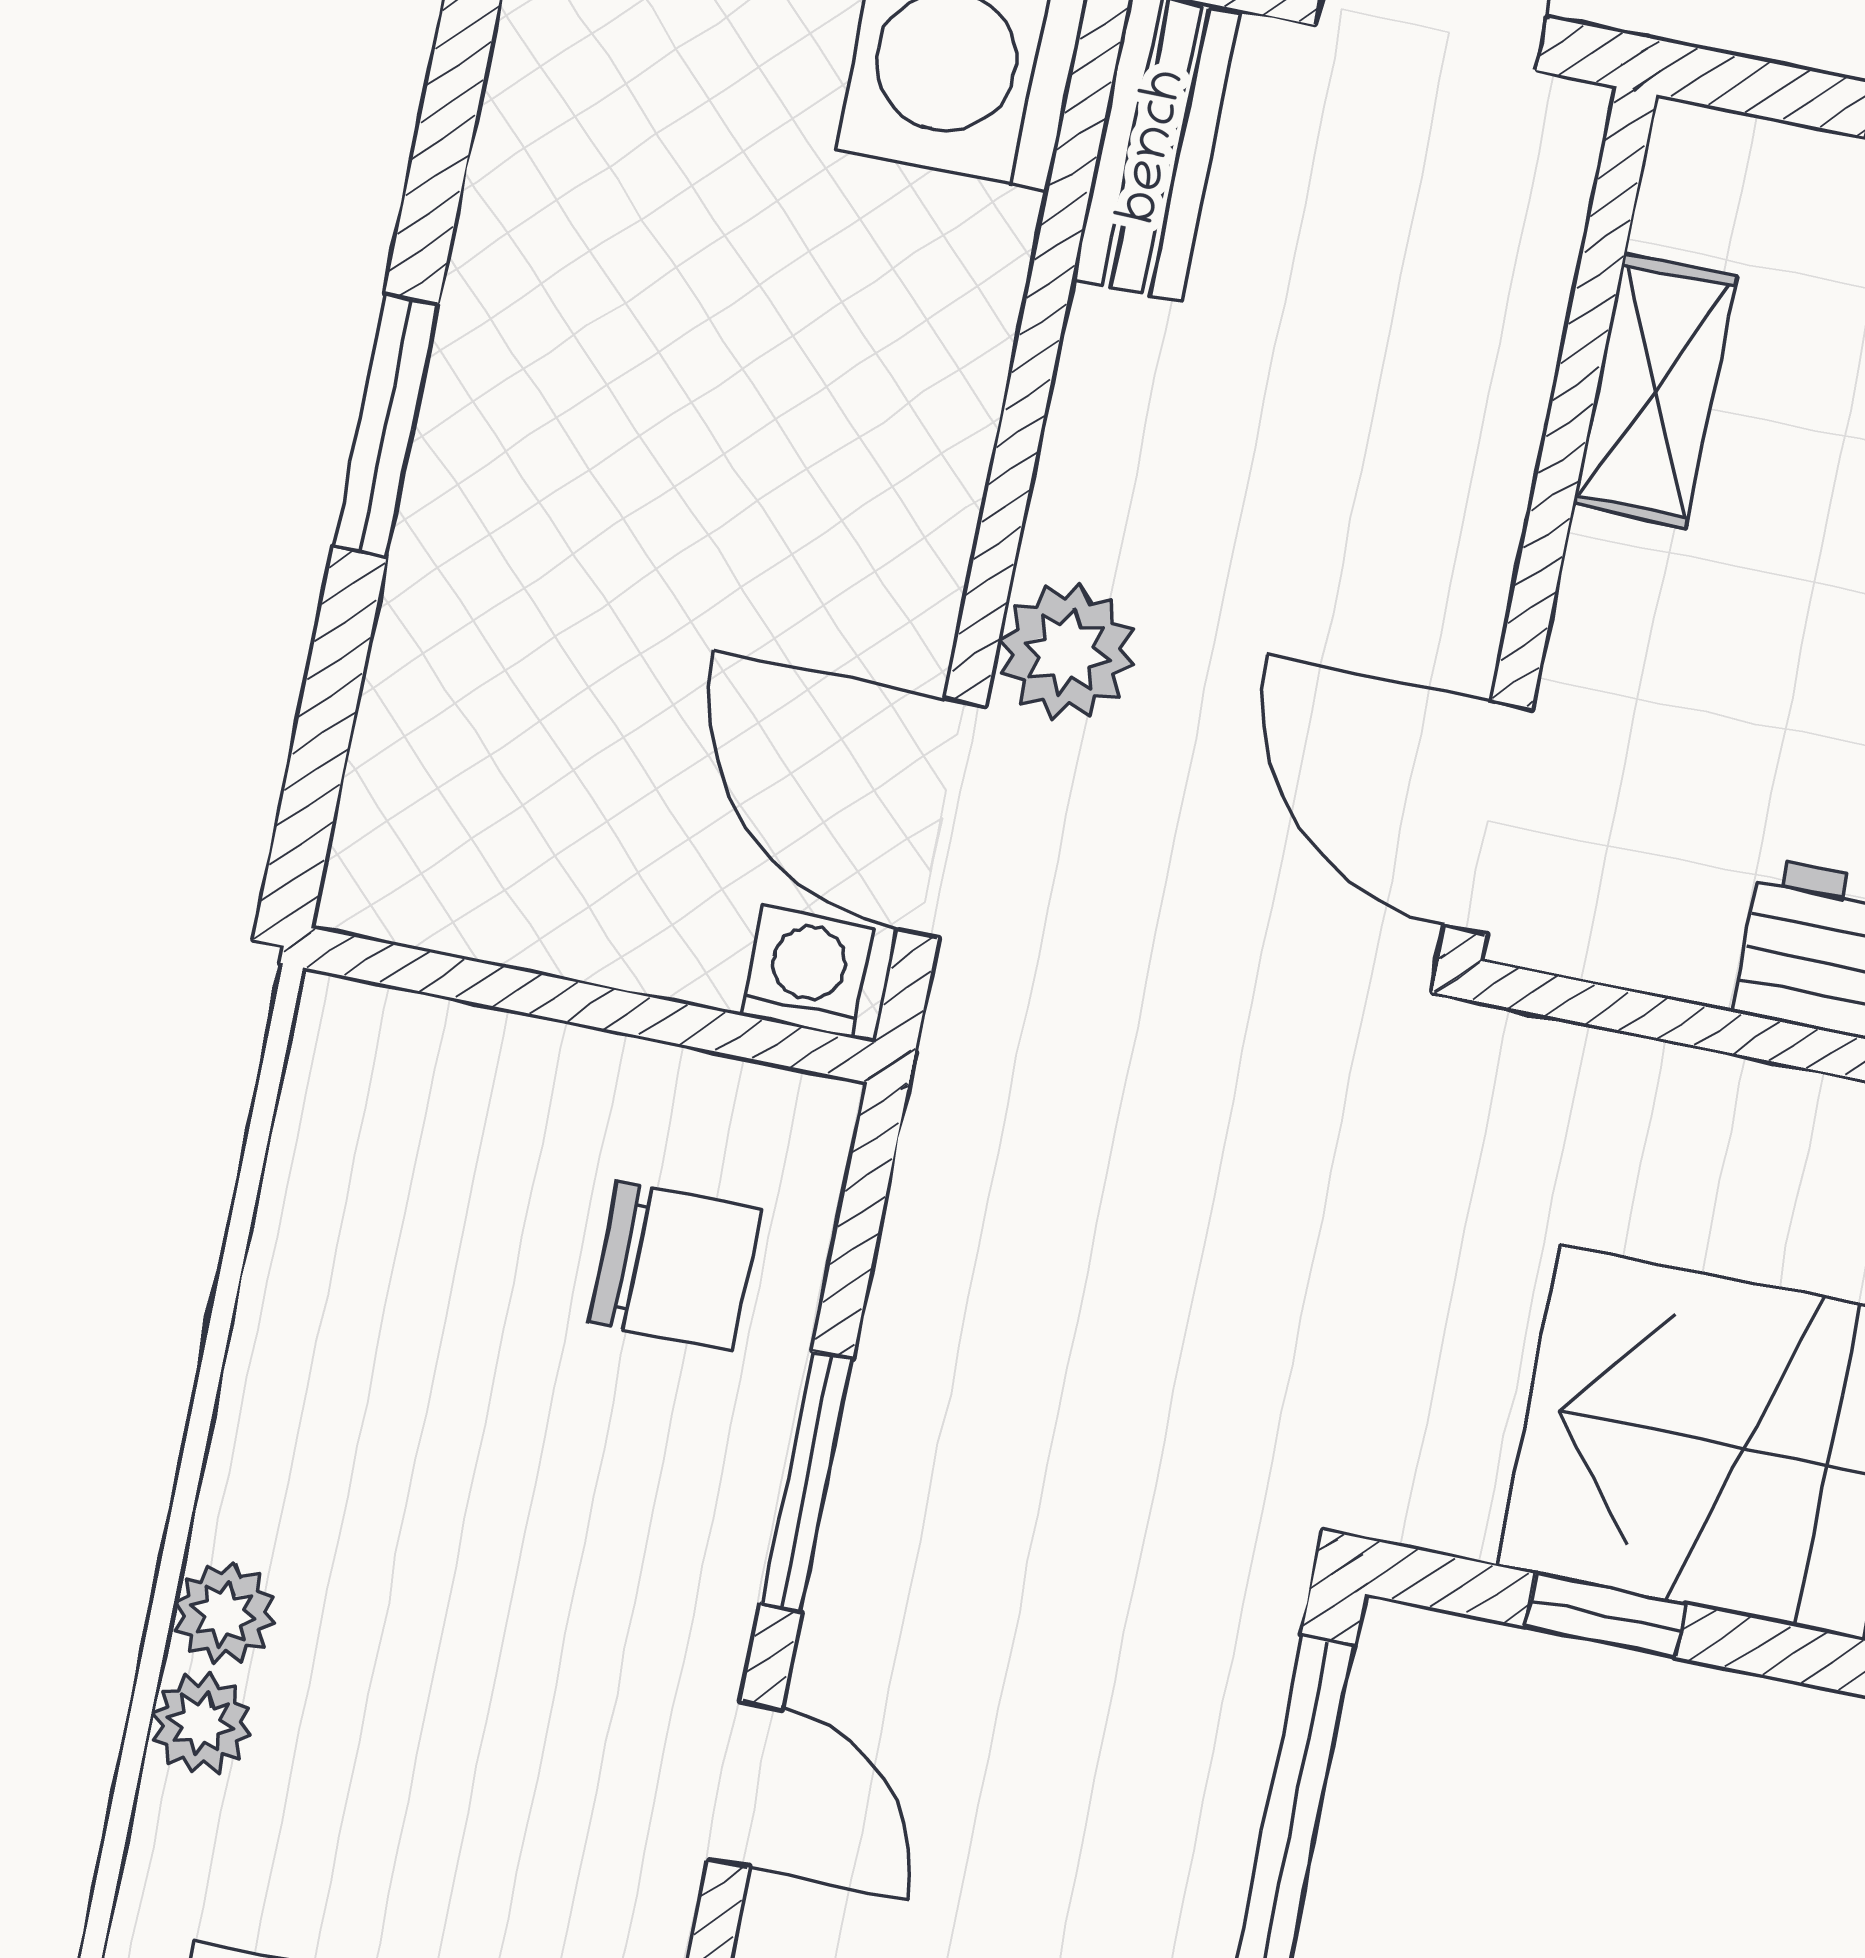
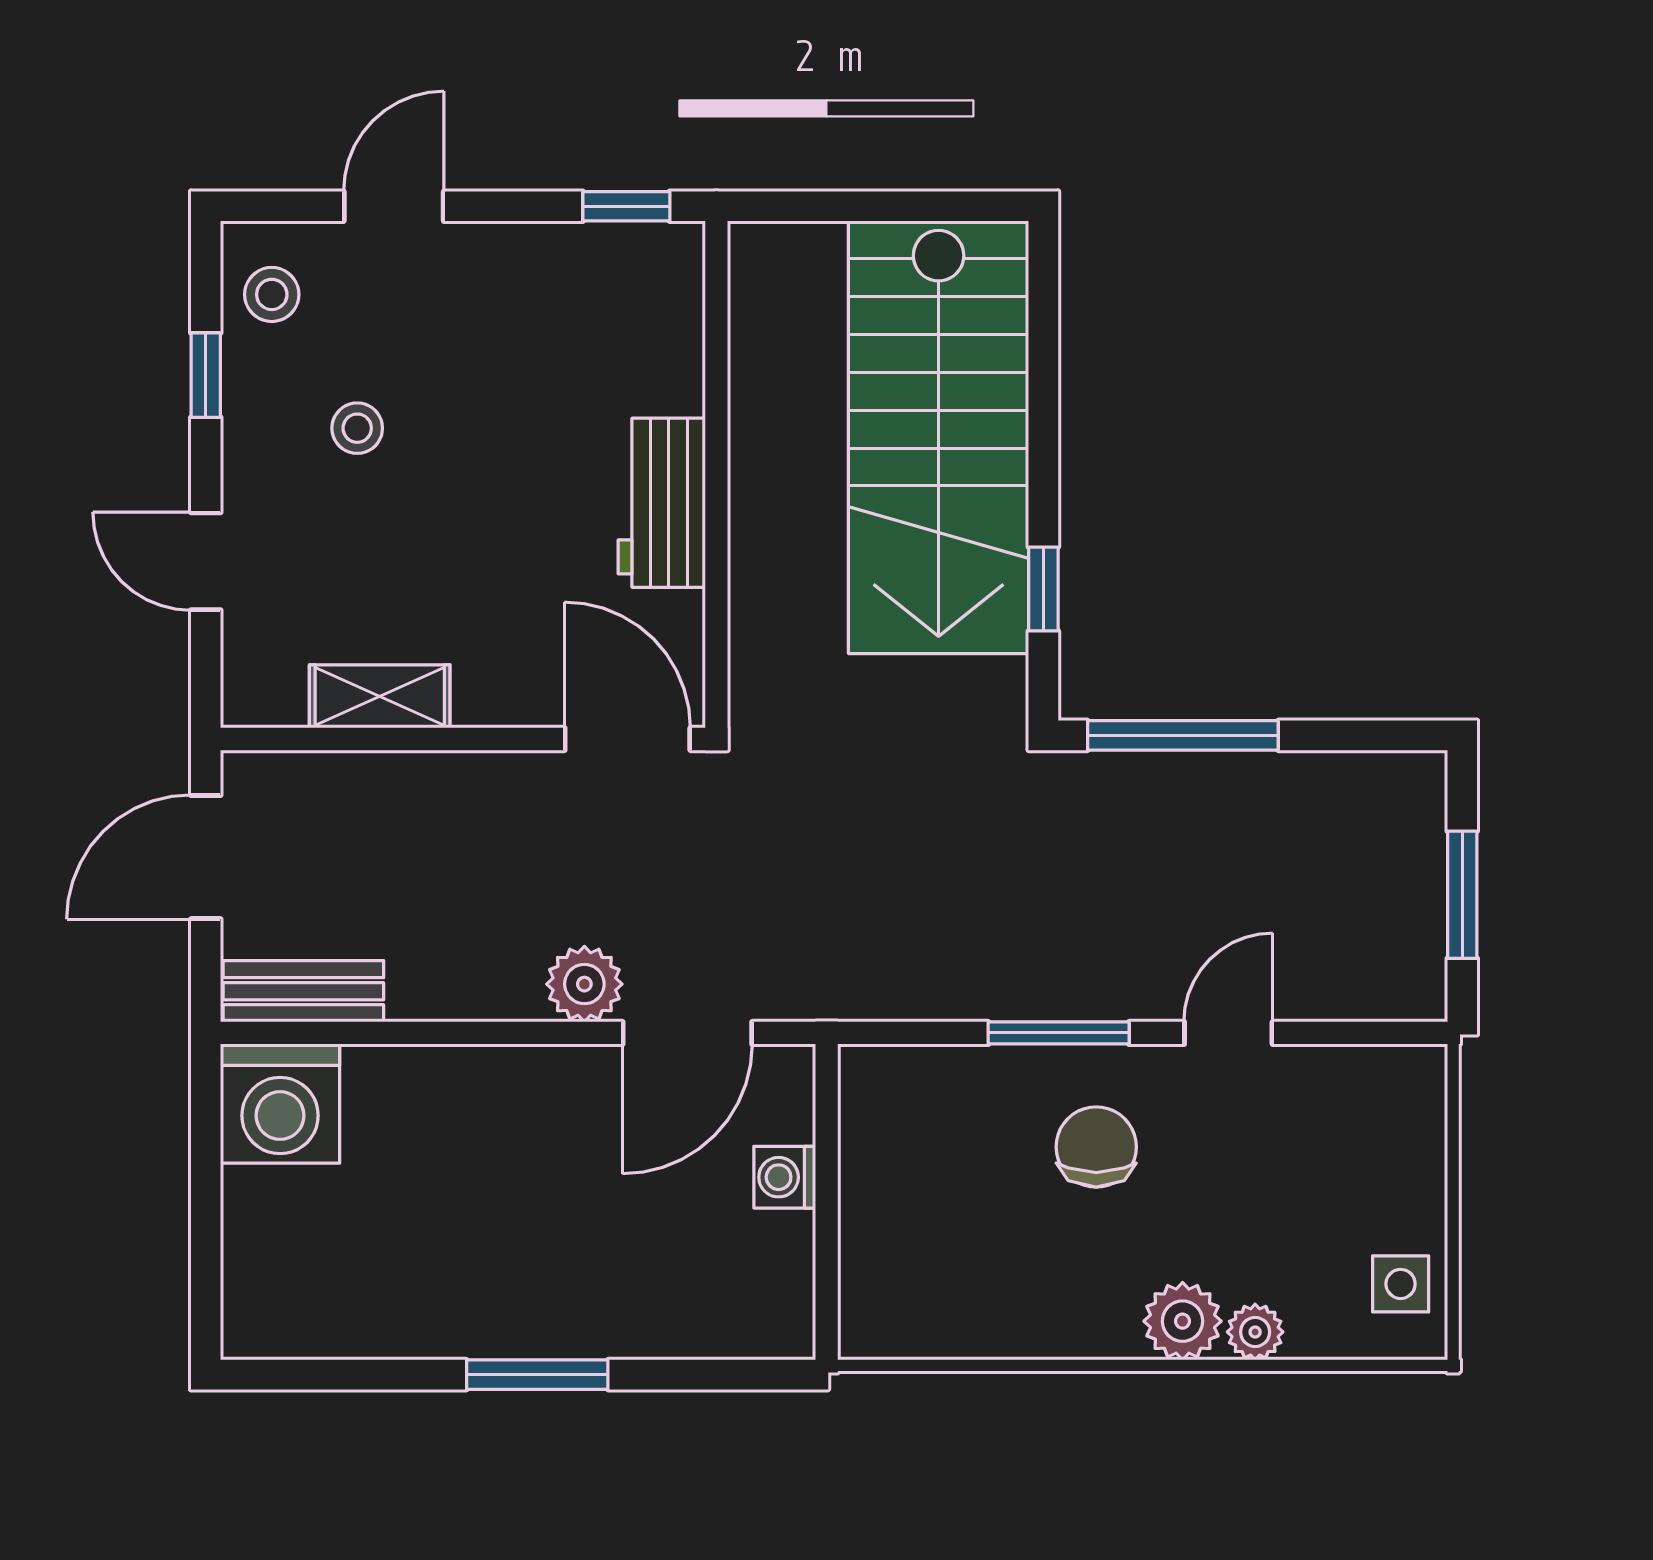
door: (1489, 818) -> (627, 739), swing flipped
washing machine: (808, 972) -> (785, 1177), moved
chair: (675, 1266) -> (1096, 1147), moved
plant: (224, 1613) -> (1183, 1321), width x1.38, depth x1.38

